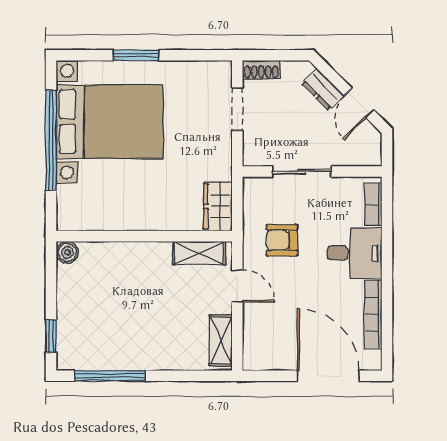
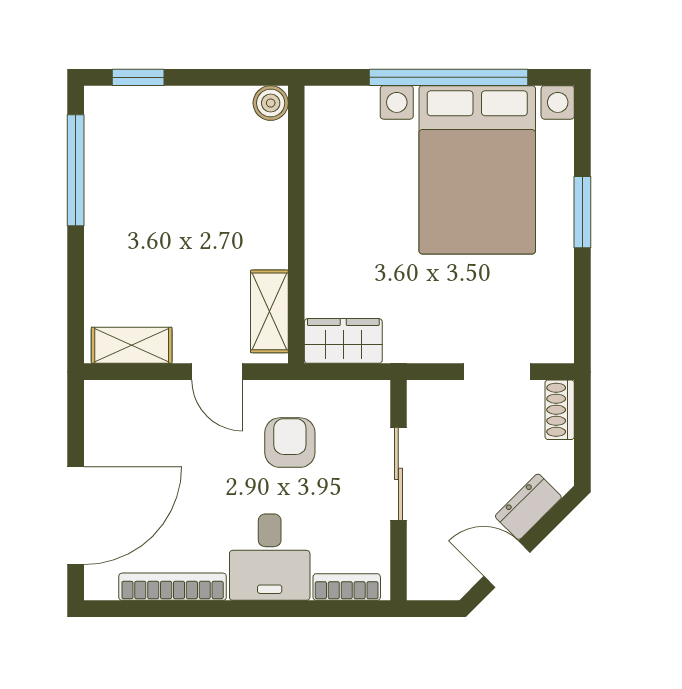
door: (237, 286) -> (217, 372), hinge flipped

